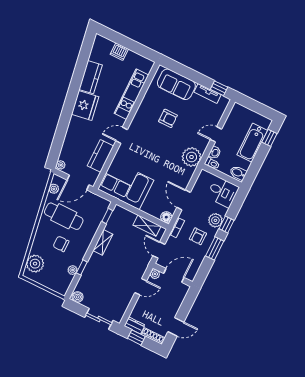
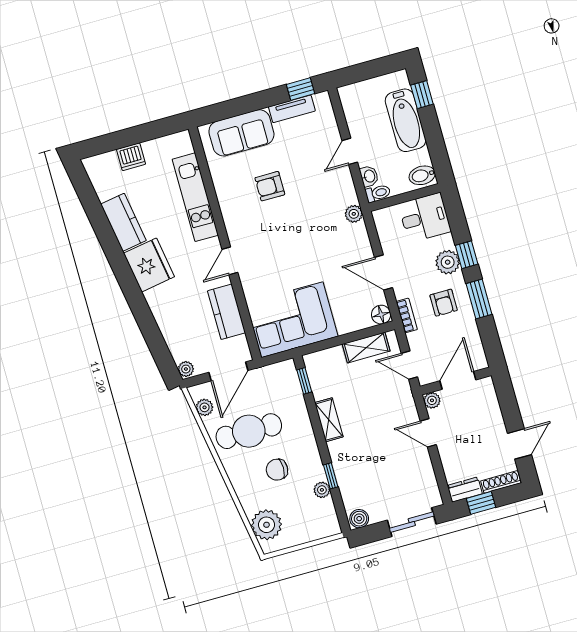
armchair: (168, 118) -> (270, 186), turned 180
plant: (192, 157) -> (354, 214), width x0.53, depth x0.53
door: (141, 287) -> (428, 433), swing flipped

